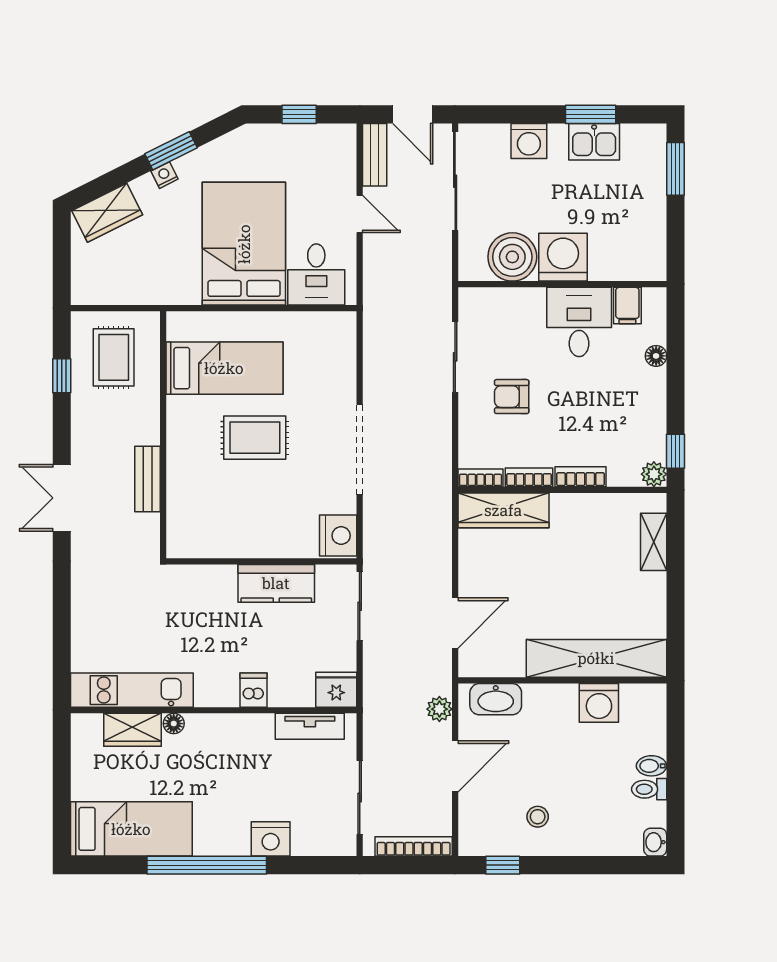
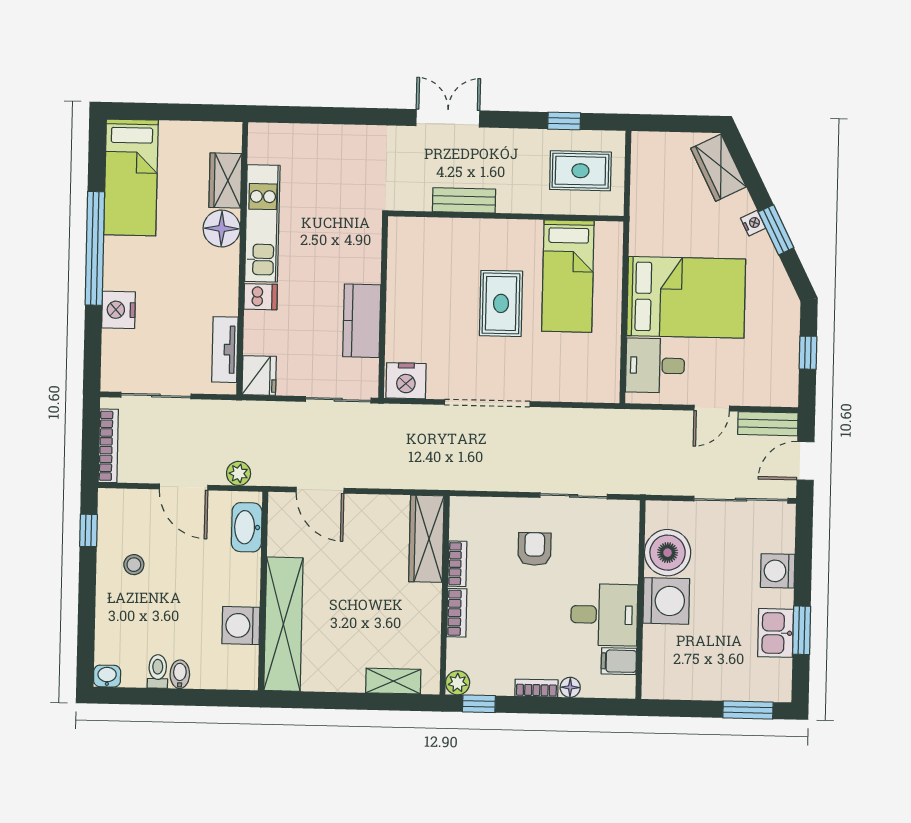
bookcase: (480, 478) -> (536, 688), moved, turned -90
kitchen unit: (132, 690) -> (262, 223), moved
floor lamp: (174, 724) -> (222, 229), width x1.89, depth x1.89

